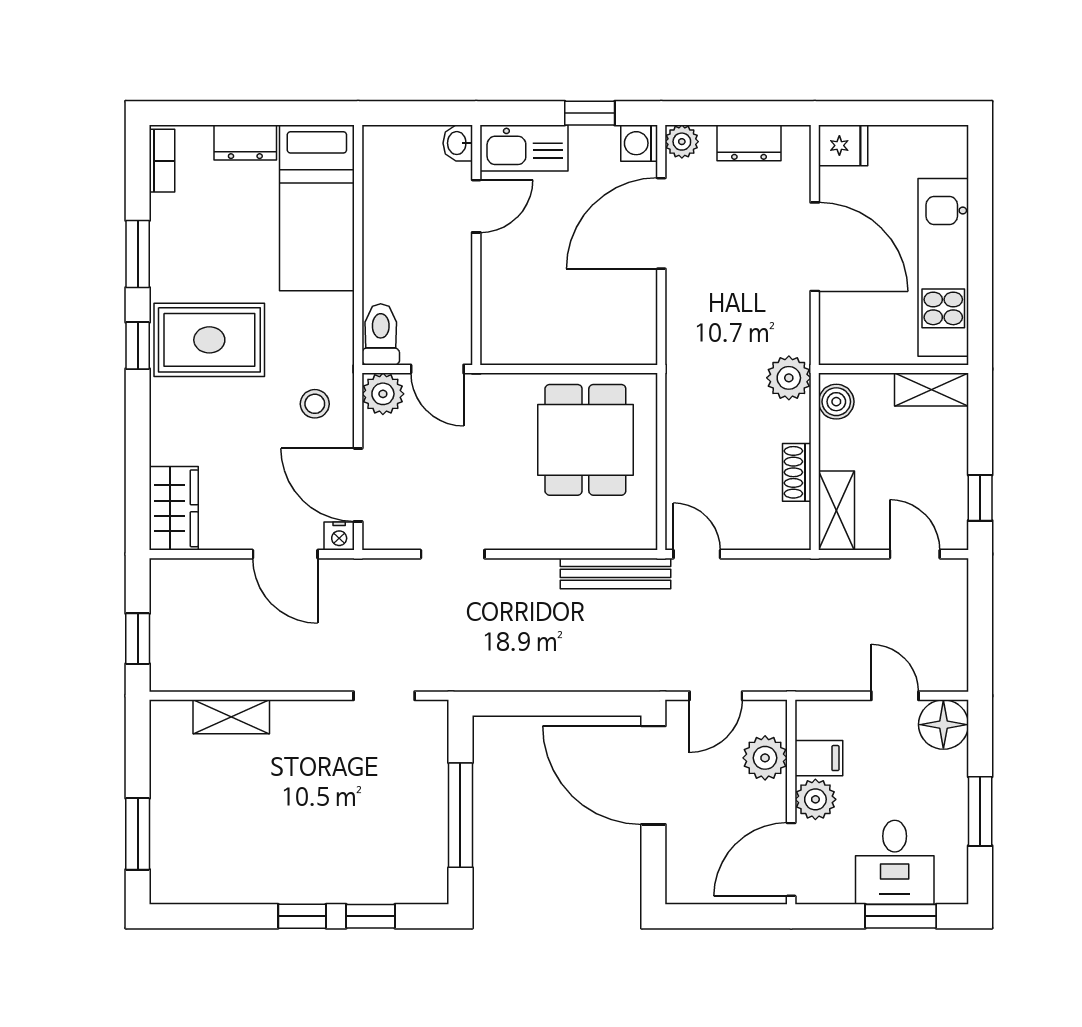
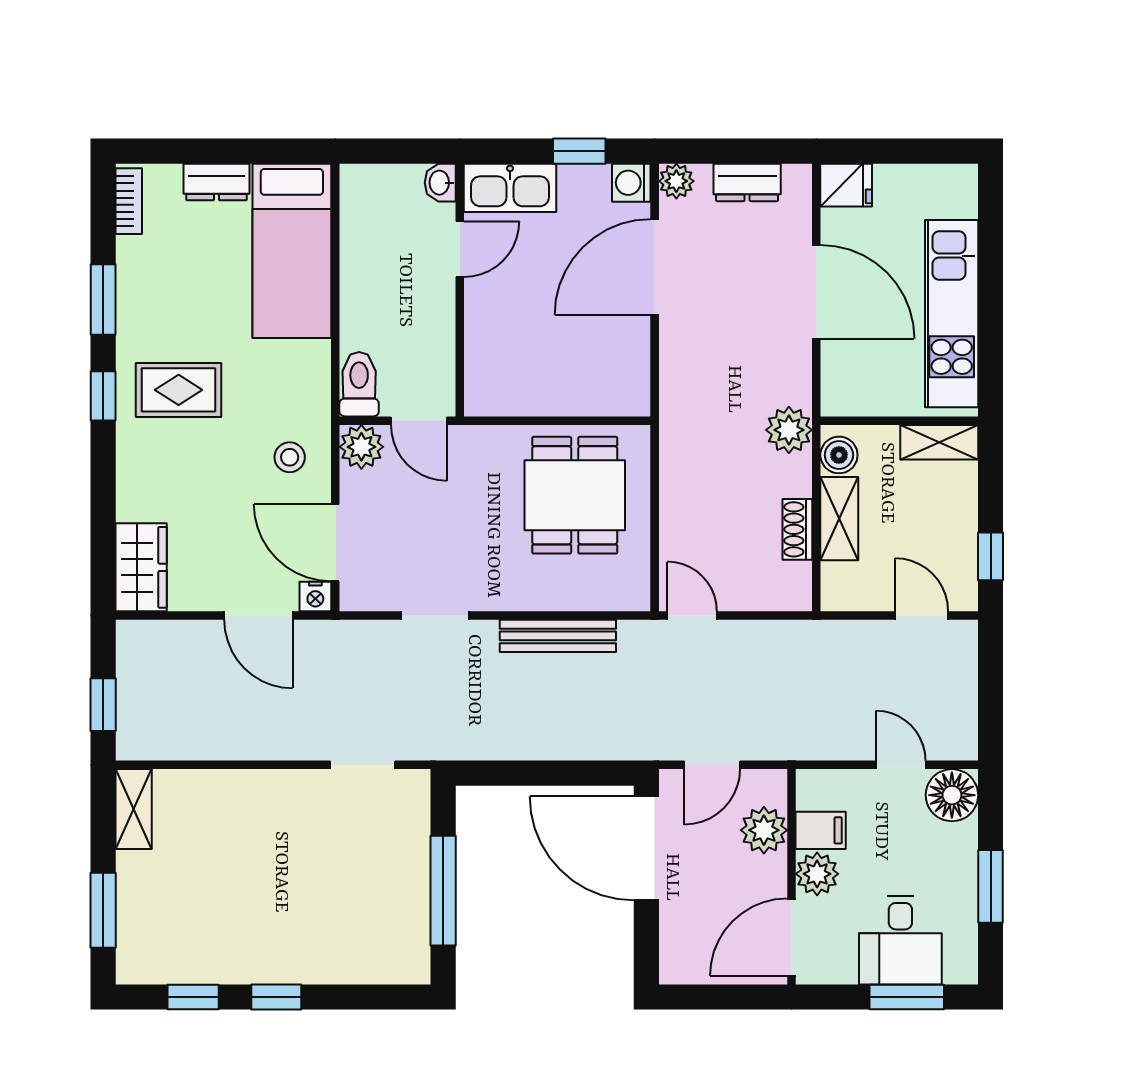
rug: (209, 340) -> (179, 390), width x0.73, depth x0.70
shelving: (837, 510) -> (839, 519), moved
bench: (616, 573) -> (558, 636), moved
shelving: (231, 717) -> (134, 809), moved, turned 90
window: (371, 916) -> (193, 997), moved

